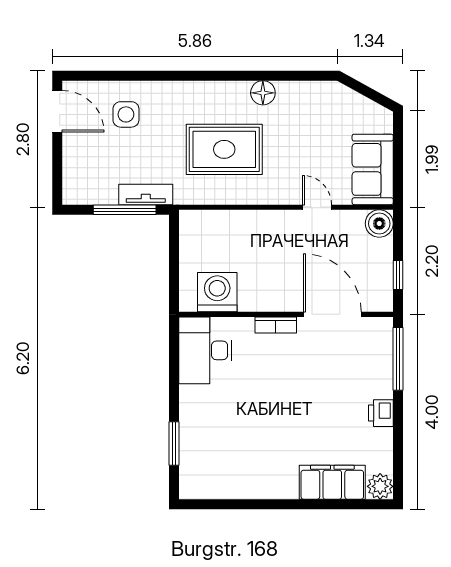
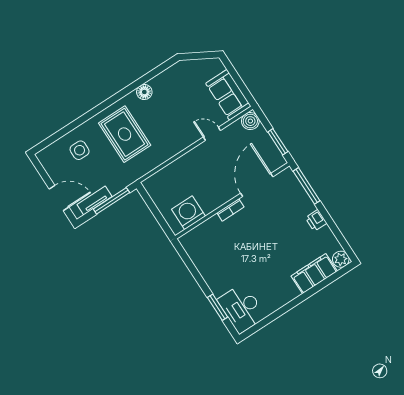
door: (57, 111) -> (59, 198), moved
rug: (224, 149) -> (125, 134), moved, turned 90
tv unit: (146, 195) -> (94, 201), moved
window: (398, 275) -> (278, 142), width x1.50
door: (332, 314) -> (257, 185), hinge flipped
desk: (205, 350) -> (242, 308), moved

